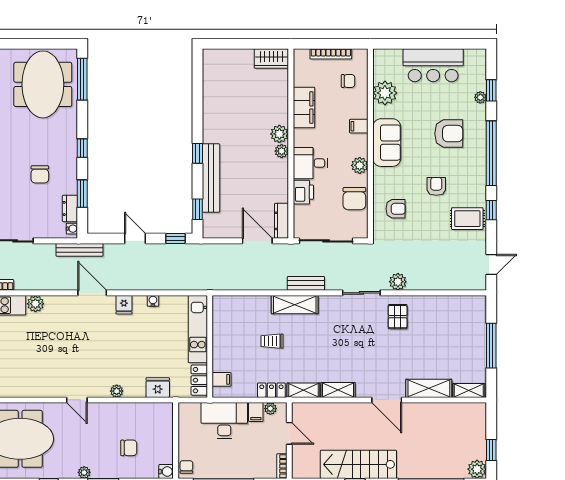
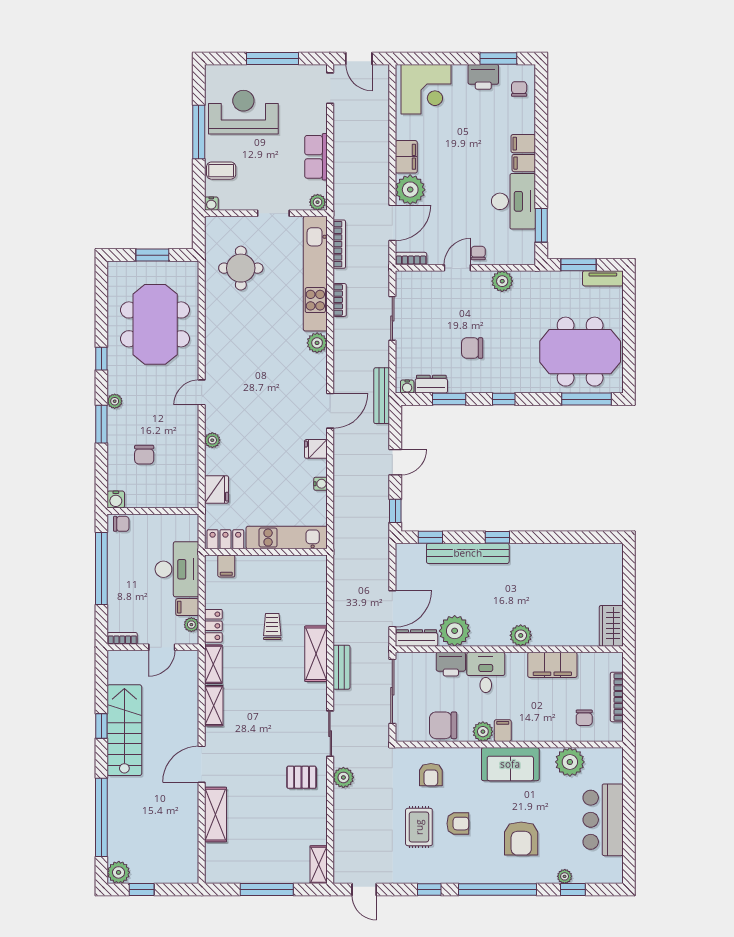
filing cabinet: (359, 126) -> (503, 731), moved
plant: (282, 151) -> (455, 631), moved, width x1.87, depth x1.87
rug: (467, 219) -> (419, 827), moved
shelving: (469, 390) -> (319, 865), moved

